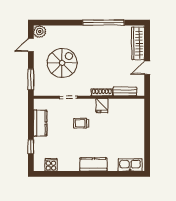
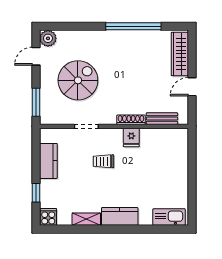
cooker: (51, 165) -> (48, 217), moved
shelving: (68, 167) -> (86, 219), added

